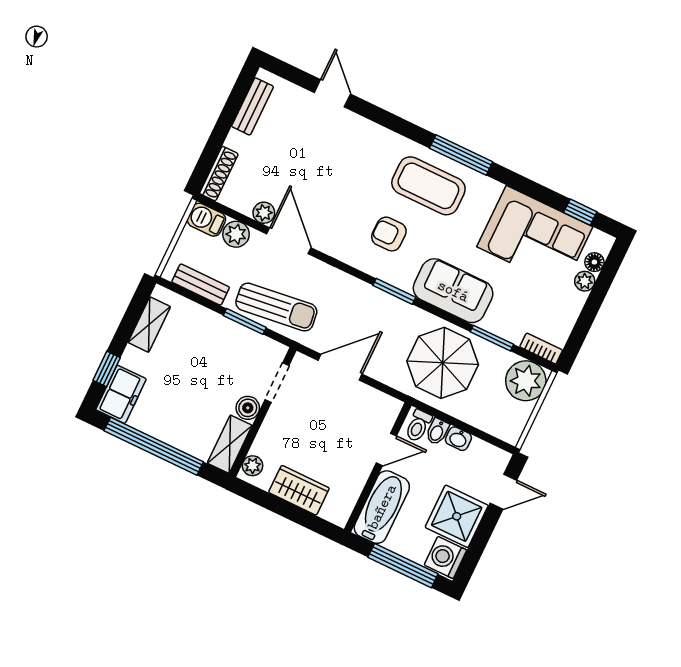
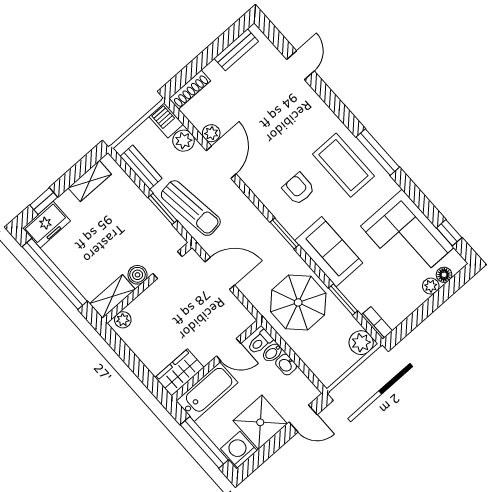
plant: (526, 381) -> (361, 343), width x0.73, depth x0.73
wardrobe: (299, 490) -> (179, 372), moved, turned -90

